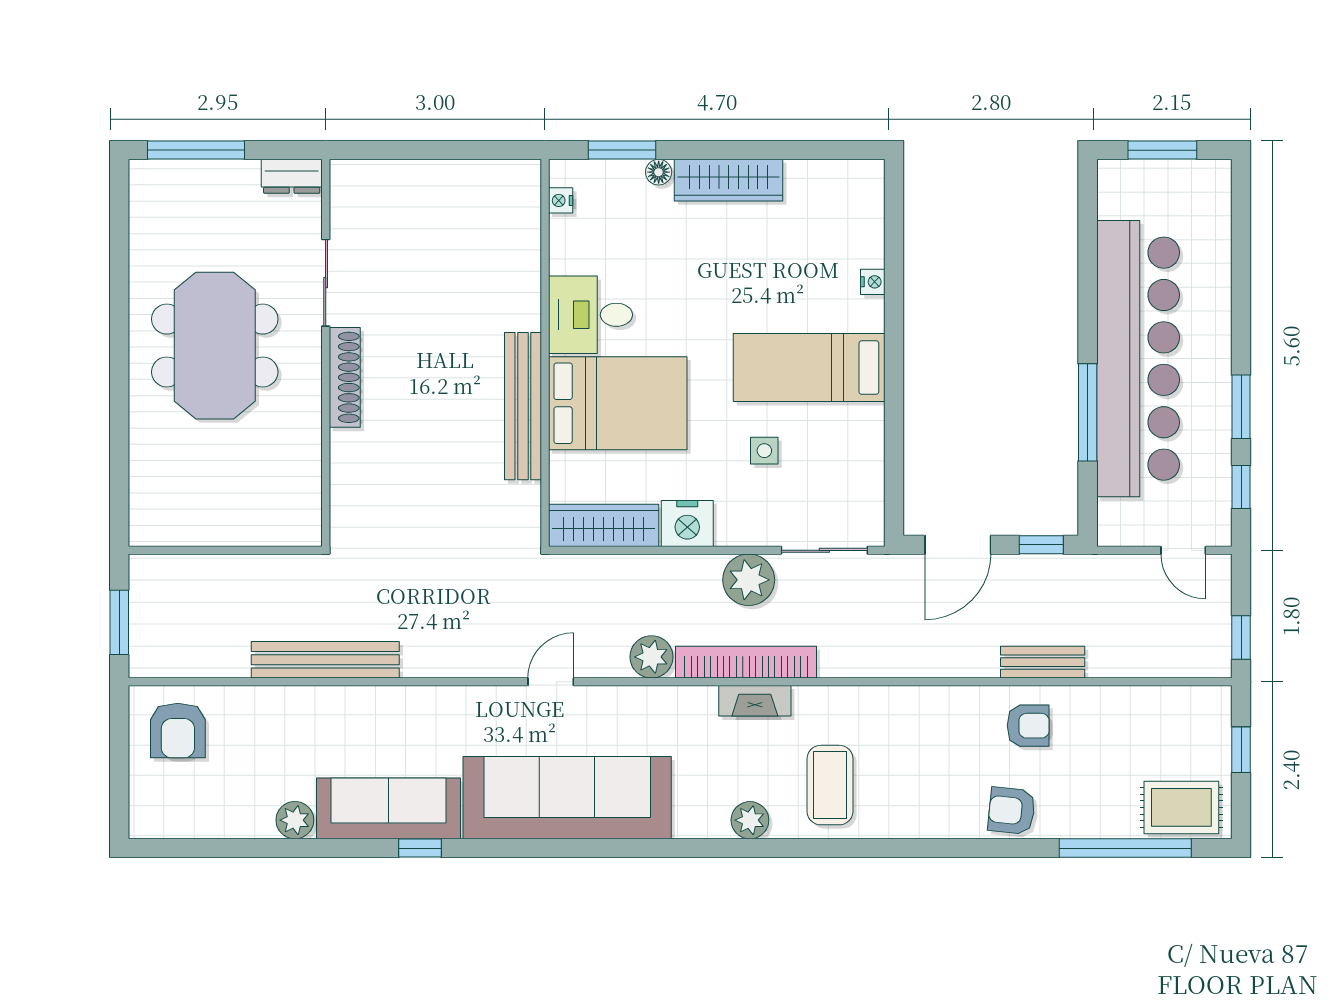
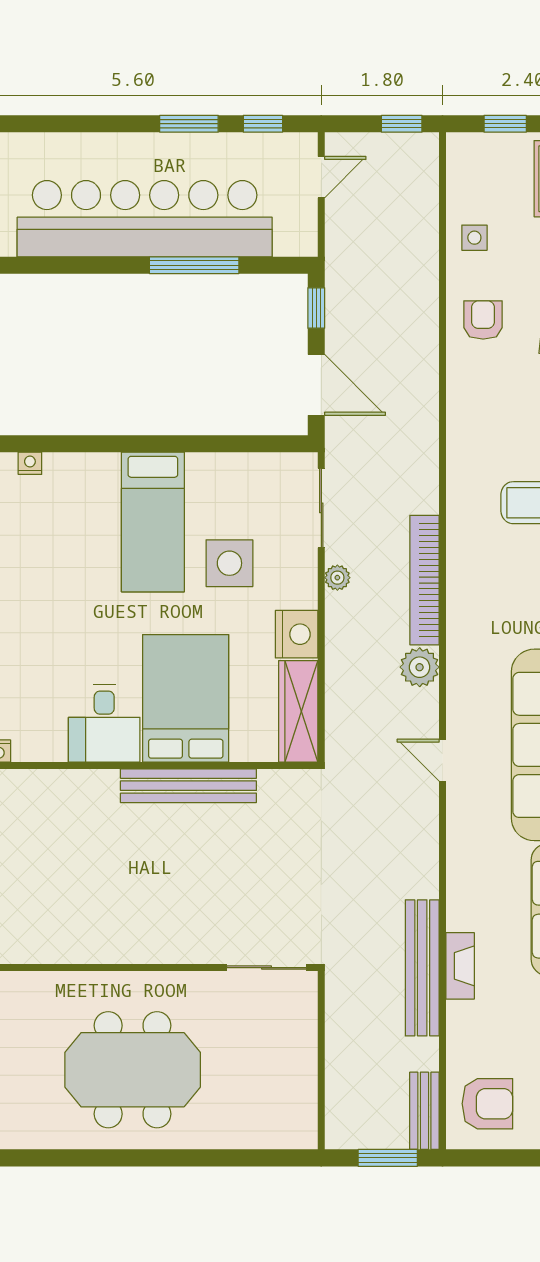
nightstand: (873, 282) -> (30, 463), moved
sliding door: (326, 283) -> (267, 968), moved
shoe rack: (345, 377) -> (162, 950), removed
side table: (764, 451) -> (229, 563), width x1.87, depth x1.87
plant: (749, 580) -> (337, 578), width x0.53, depth x0.53
bench: (1043, 662) -> (424, 1111), moved
fireplace: (755, 701) -> (460, 966), moved
side table: (1117, 716) -> (474, 238), added

